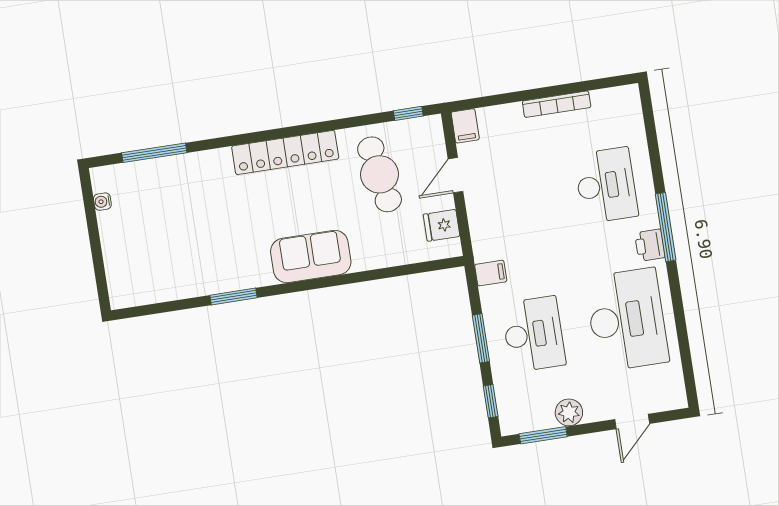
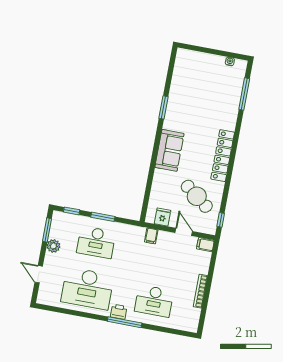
cafe table: (380, 174) -> (197, 196), turned 47
filing cabinet: (491, 273) -> (151, 236), moved

